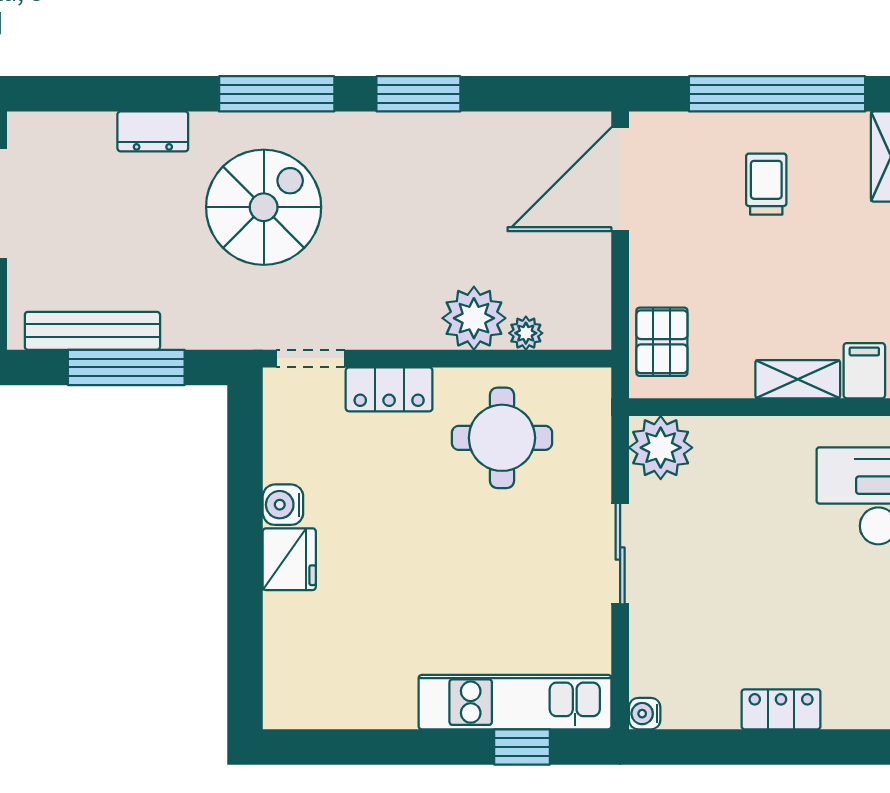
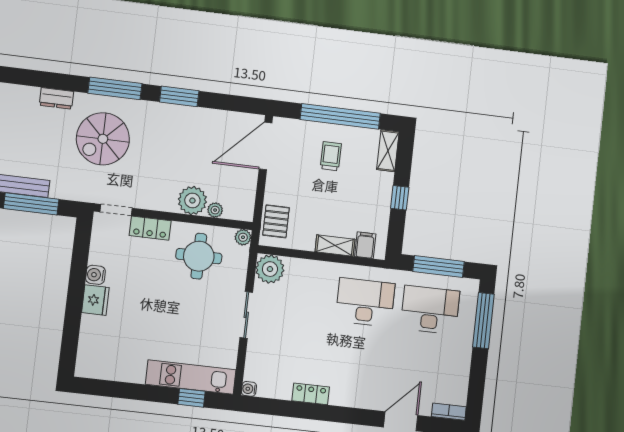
spiral stairs: (264, 207) -> (103, 139), turned 180
plant: (594, 385) -> (243, 237), added

